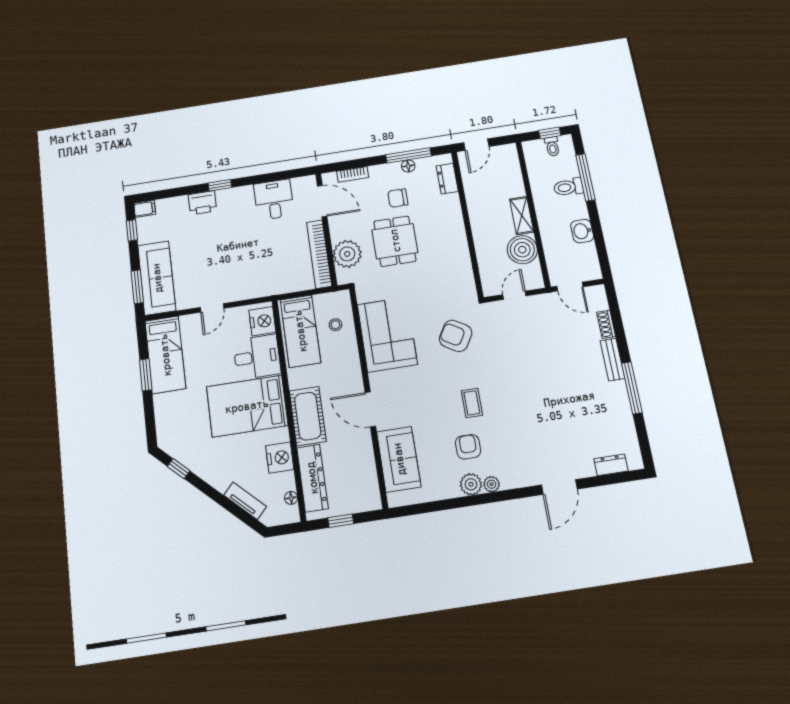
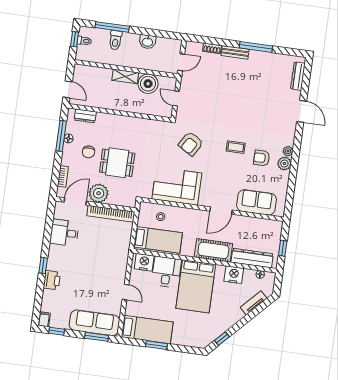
plant: (347, 254) -> (99, 193), moved
dresser: (611, 465) -> (298, 76), width x1.44

